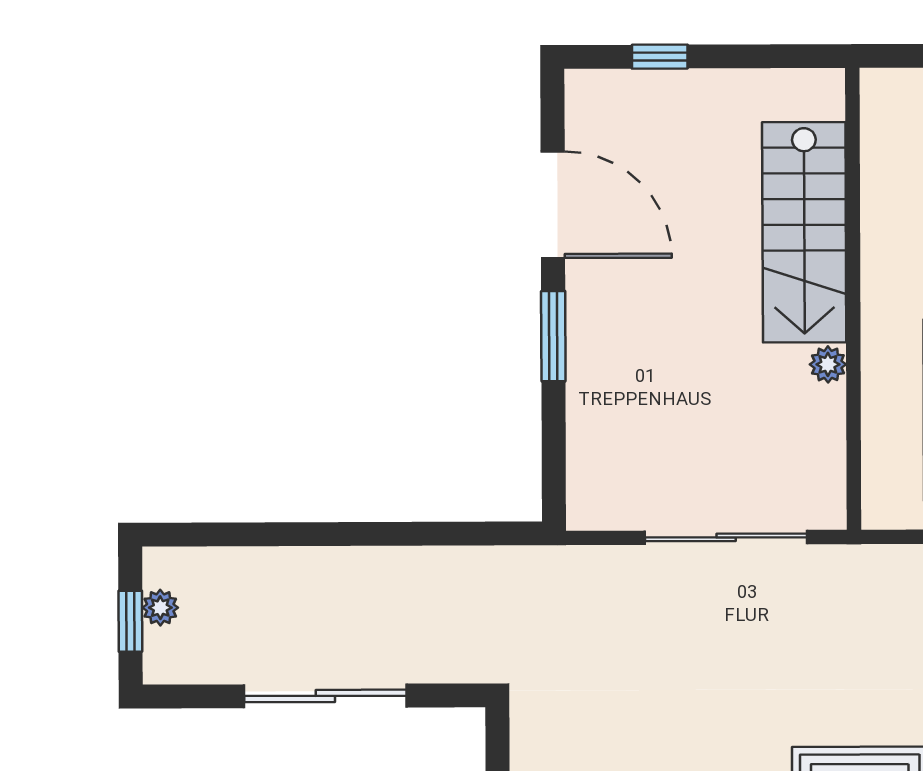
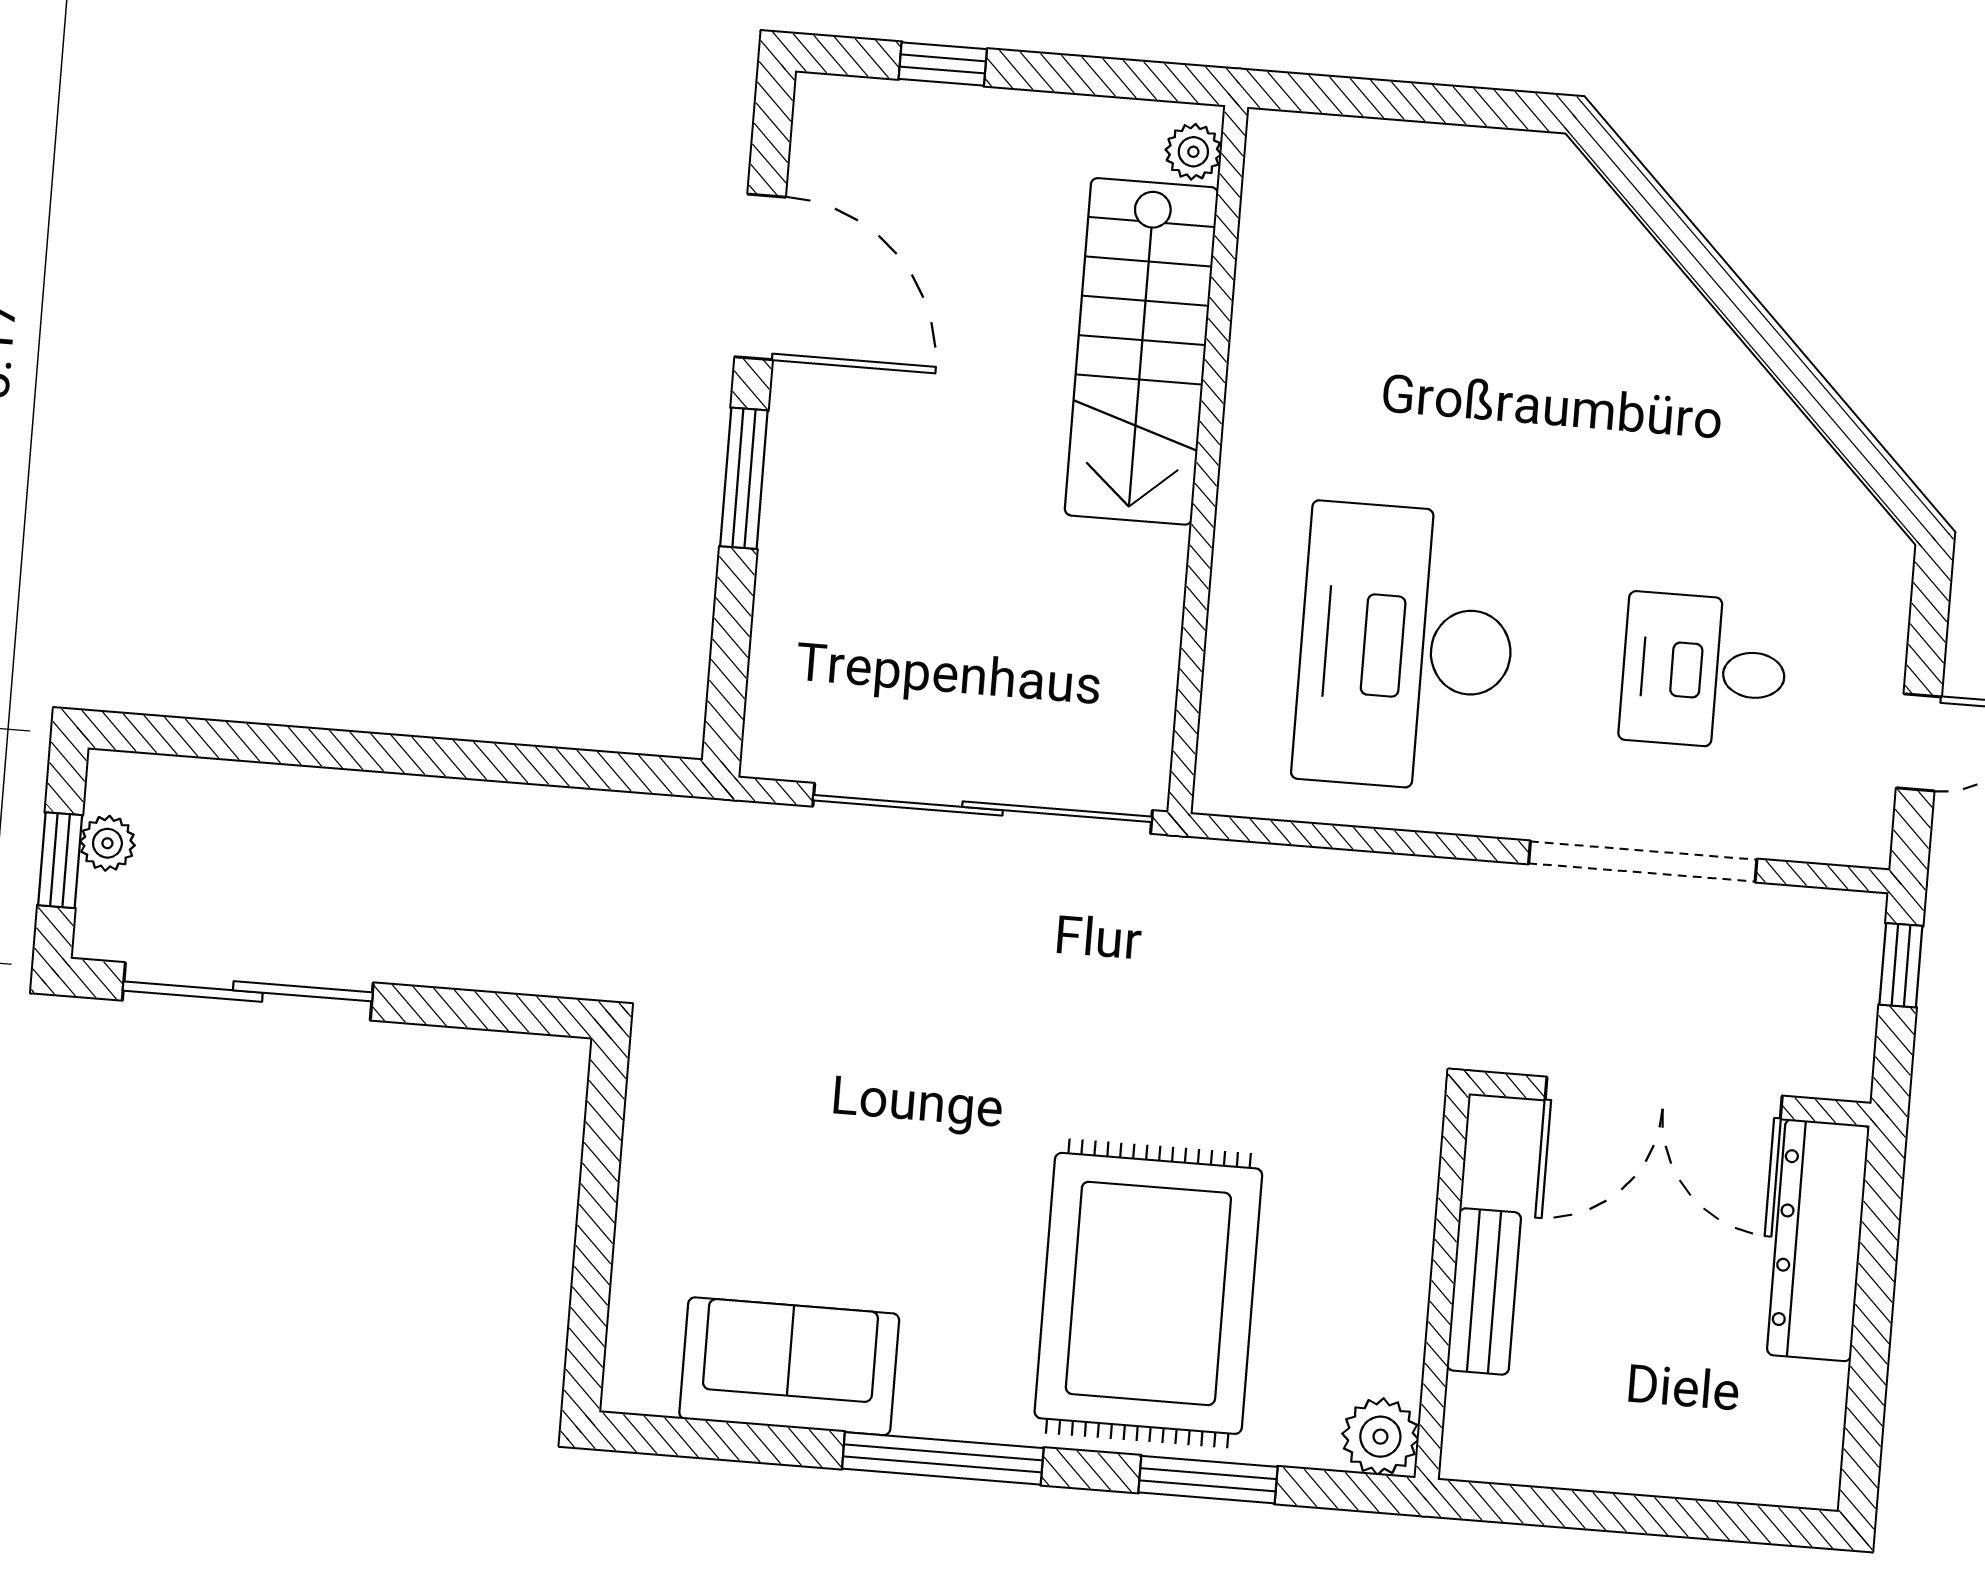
plant: (828, 364) -> (1193, 152), moved
sliding door: (726, 537) -> (983, 808), width x1.36
sliding door: (325, 696) -> (248, 991), moved

